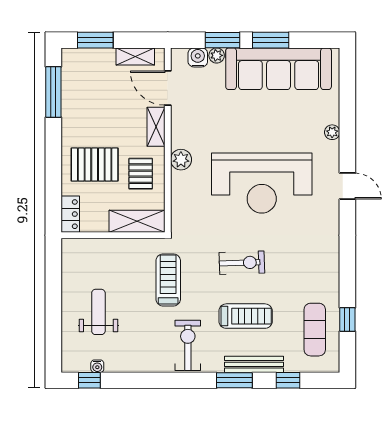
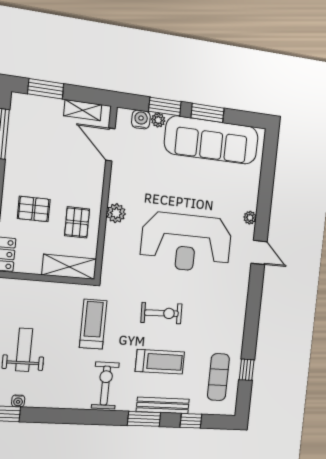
shelving: (156, 127) -> (96, 180), removed
plant: (332, 132) -> (250, 218), moved
pallet: (95, 165) -> (34, 209), width x0.67, depth x0.71

